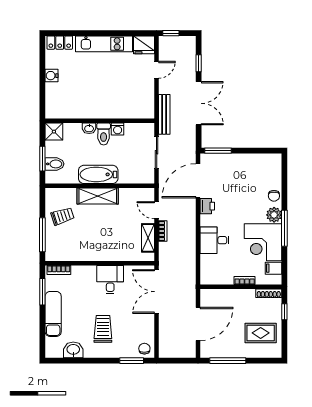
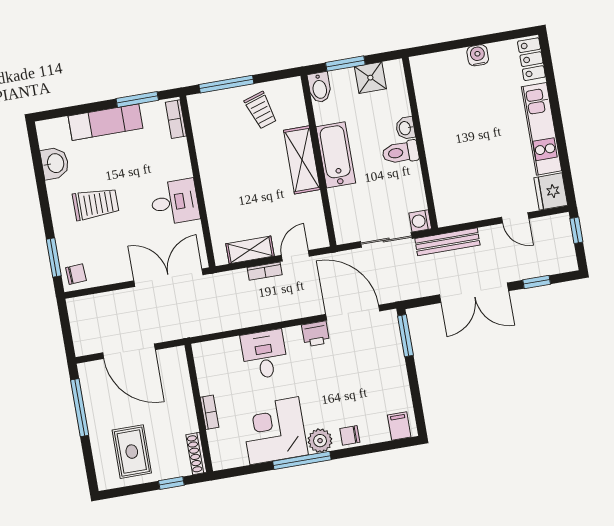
washing machine: (118, 129) -> (420, 221), moved
shower: (54, 132) -> (370, 78), moved
bidet: (55, 164) -> (319, 87), moved
filing cabinet: (273, 268) -> (399, 426), moved

